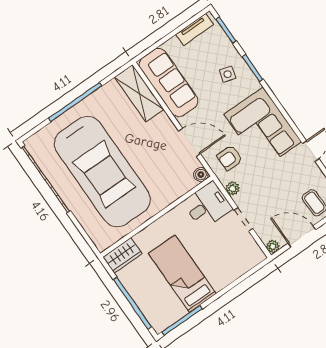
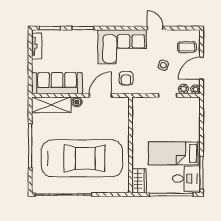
side table: (228, 74) -> (163, 65), moved
boiler: (201, 175) -> (77, 102), moved
plant: (233, 188) -> (183, 89), moved
desk: (208, 205) -> (186, 179), moved, turned 90

